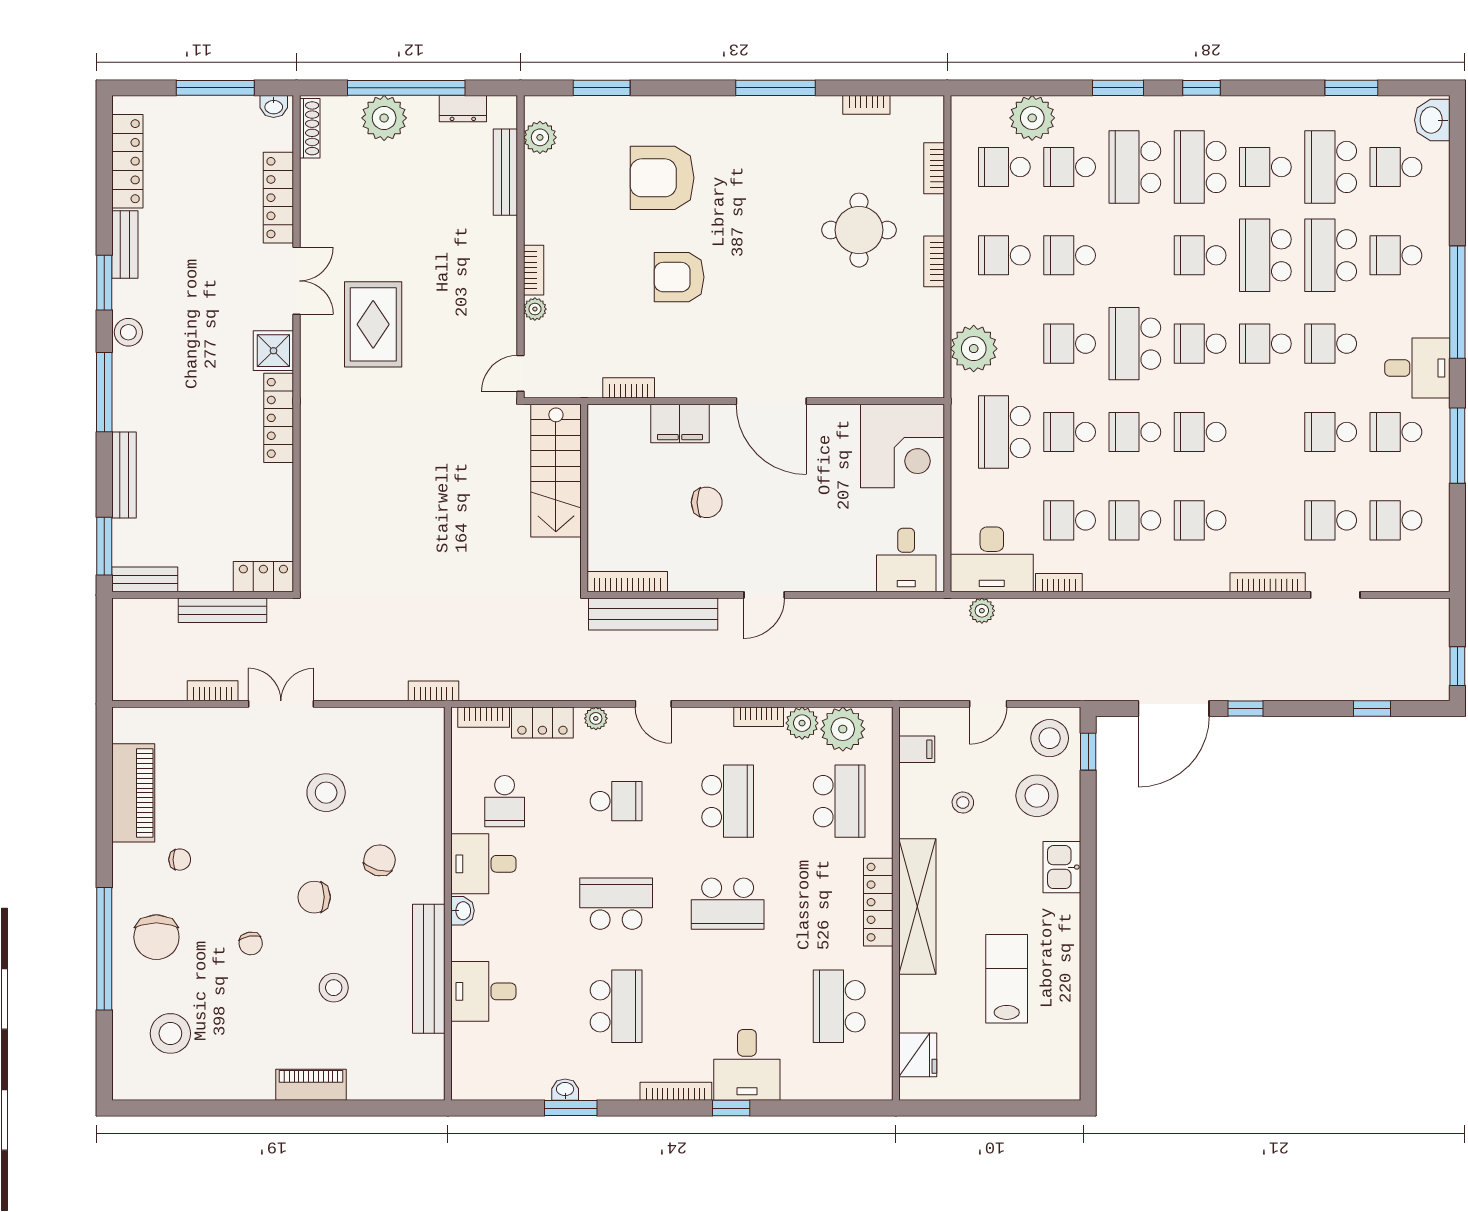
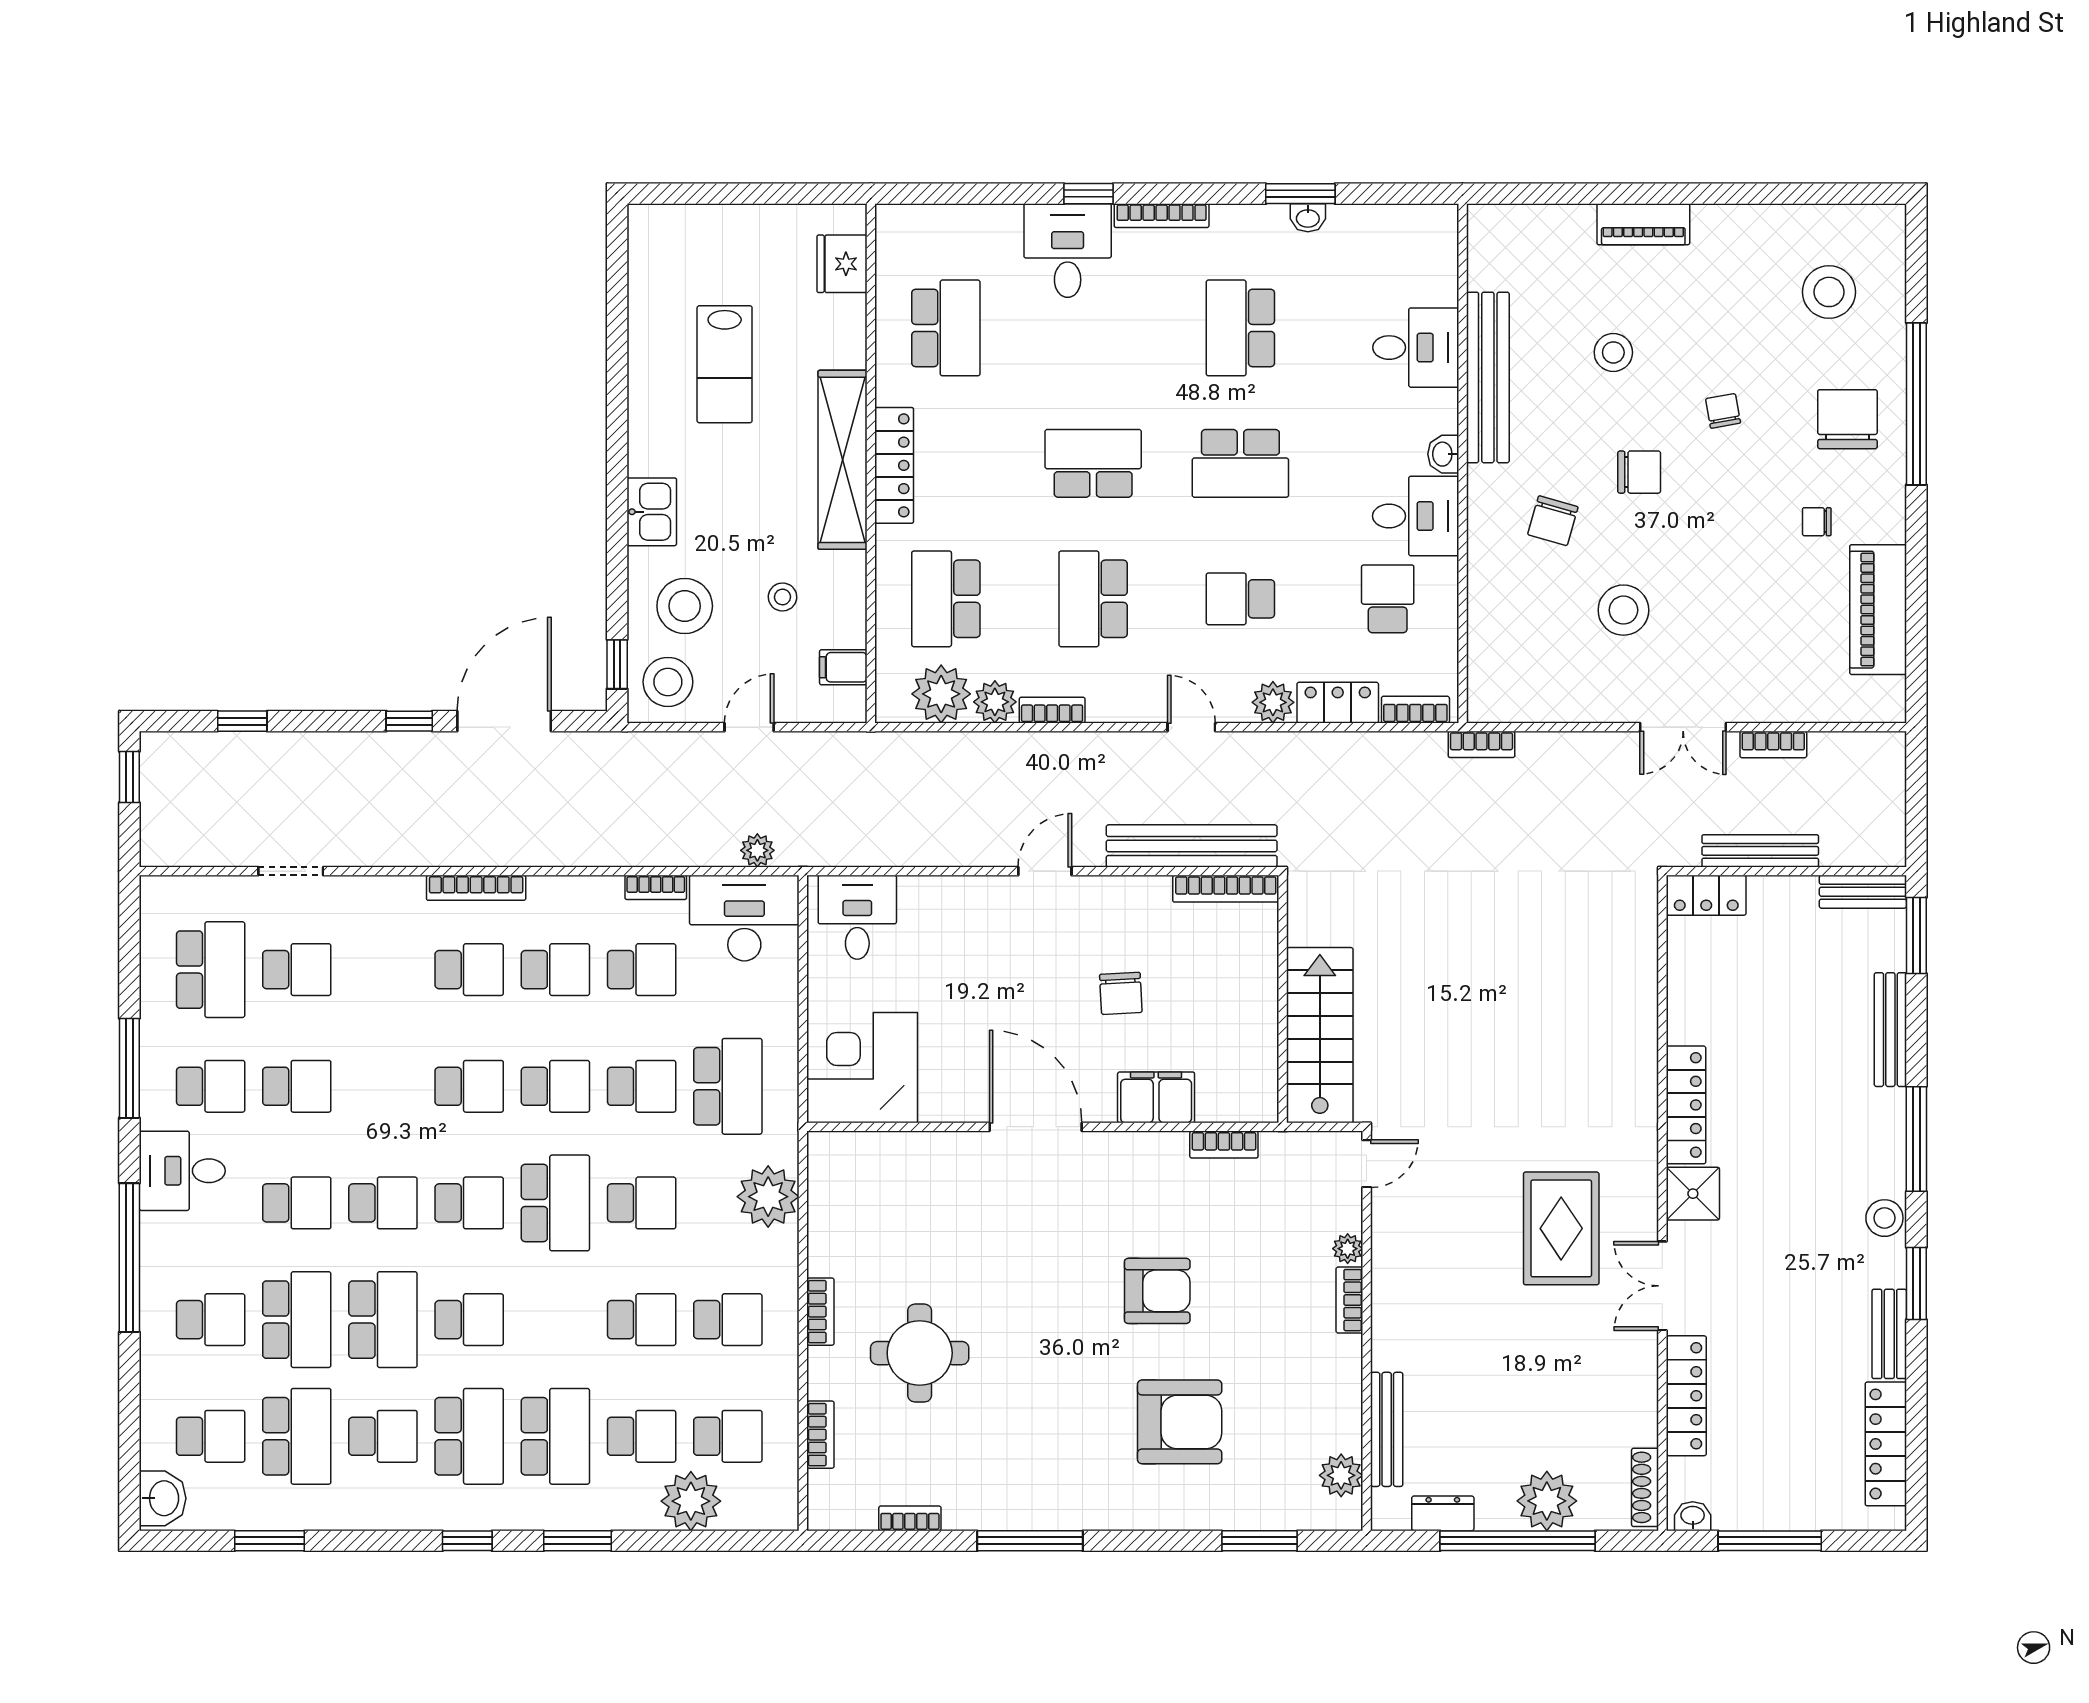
chair: (707, 502) -> (1121, 993), turned -93
school desk: (1396, 520) -> (211, 970), width x1.85
bookcase: (1268, 582) -> (476, 888), moved
plant: (596, 718) -> (1273, 702), width x1.38, depth x1.38

